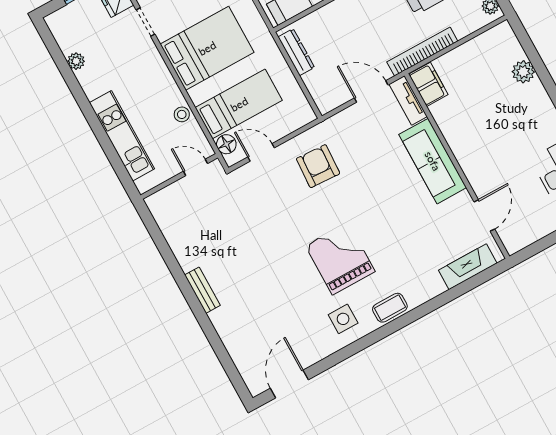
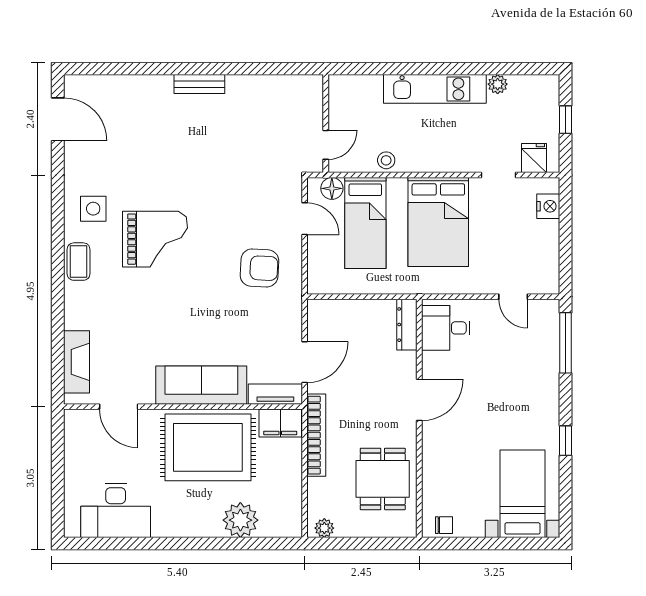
dresser: (296, 52) -> (407, 325), moved, turned 90
plant: (523, 72) -> (240, 520), width x1.36, depth x1.36
rug: (478, 130) -> (208, 447), added
kitchen unit: (122, 136) -> (435, 89), moved
door: (261, 152) -> (305, 219), hinge flipped

